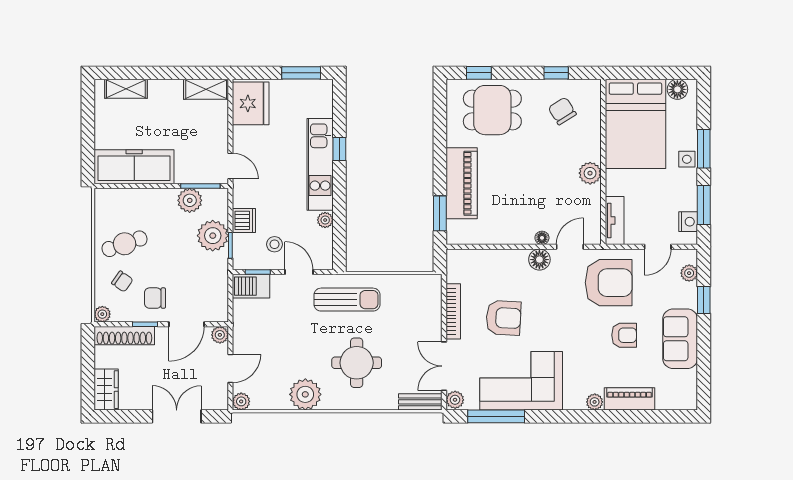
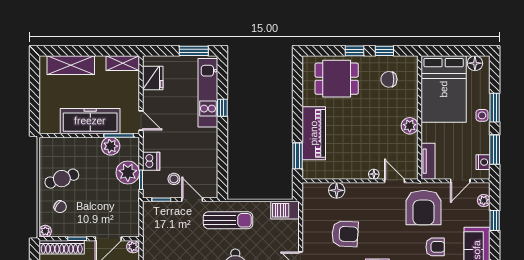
window: (479, 73) -> (355, 51), moved
shelving: (126, 89) -> (71, 65), width x1.50, depth x1.33
fridge: (251, 103) -> (153, 78), width x0.73, depth x0.75
chair: (562, 111) -> (389, 79), turned -58
kitchen unit: (320, 164) -> (208, 93), moved
freezer: (134, 167) -> (90, 121), moved
plant: (325, 220) -> (212, 161), removed
door: (570, 247) -> (395, 181), hinge flipped
floor lamp: (539, 260) -> (337, 190), moved
armchair: (609, 283) -> (424, 208), turned 90
barbecue: (251, 286) -> (285, 210), moved
chair: (155, 298) -> (85, 219), removed
bookcase: (453, 311) -> (307, 229), removed

